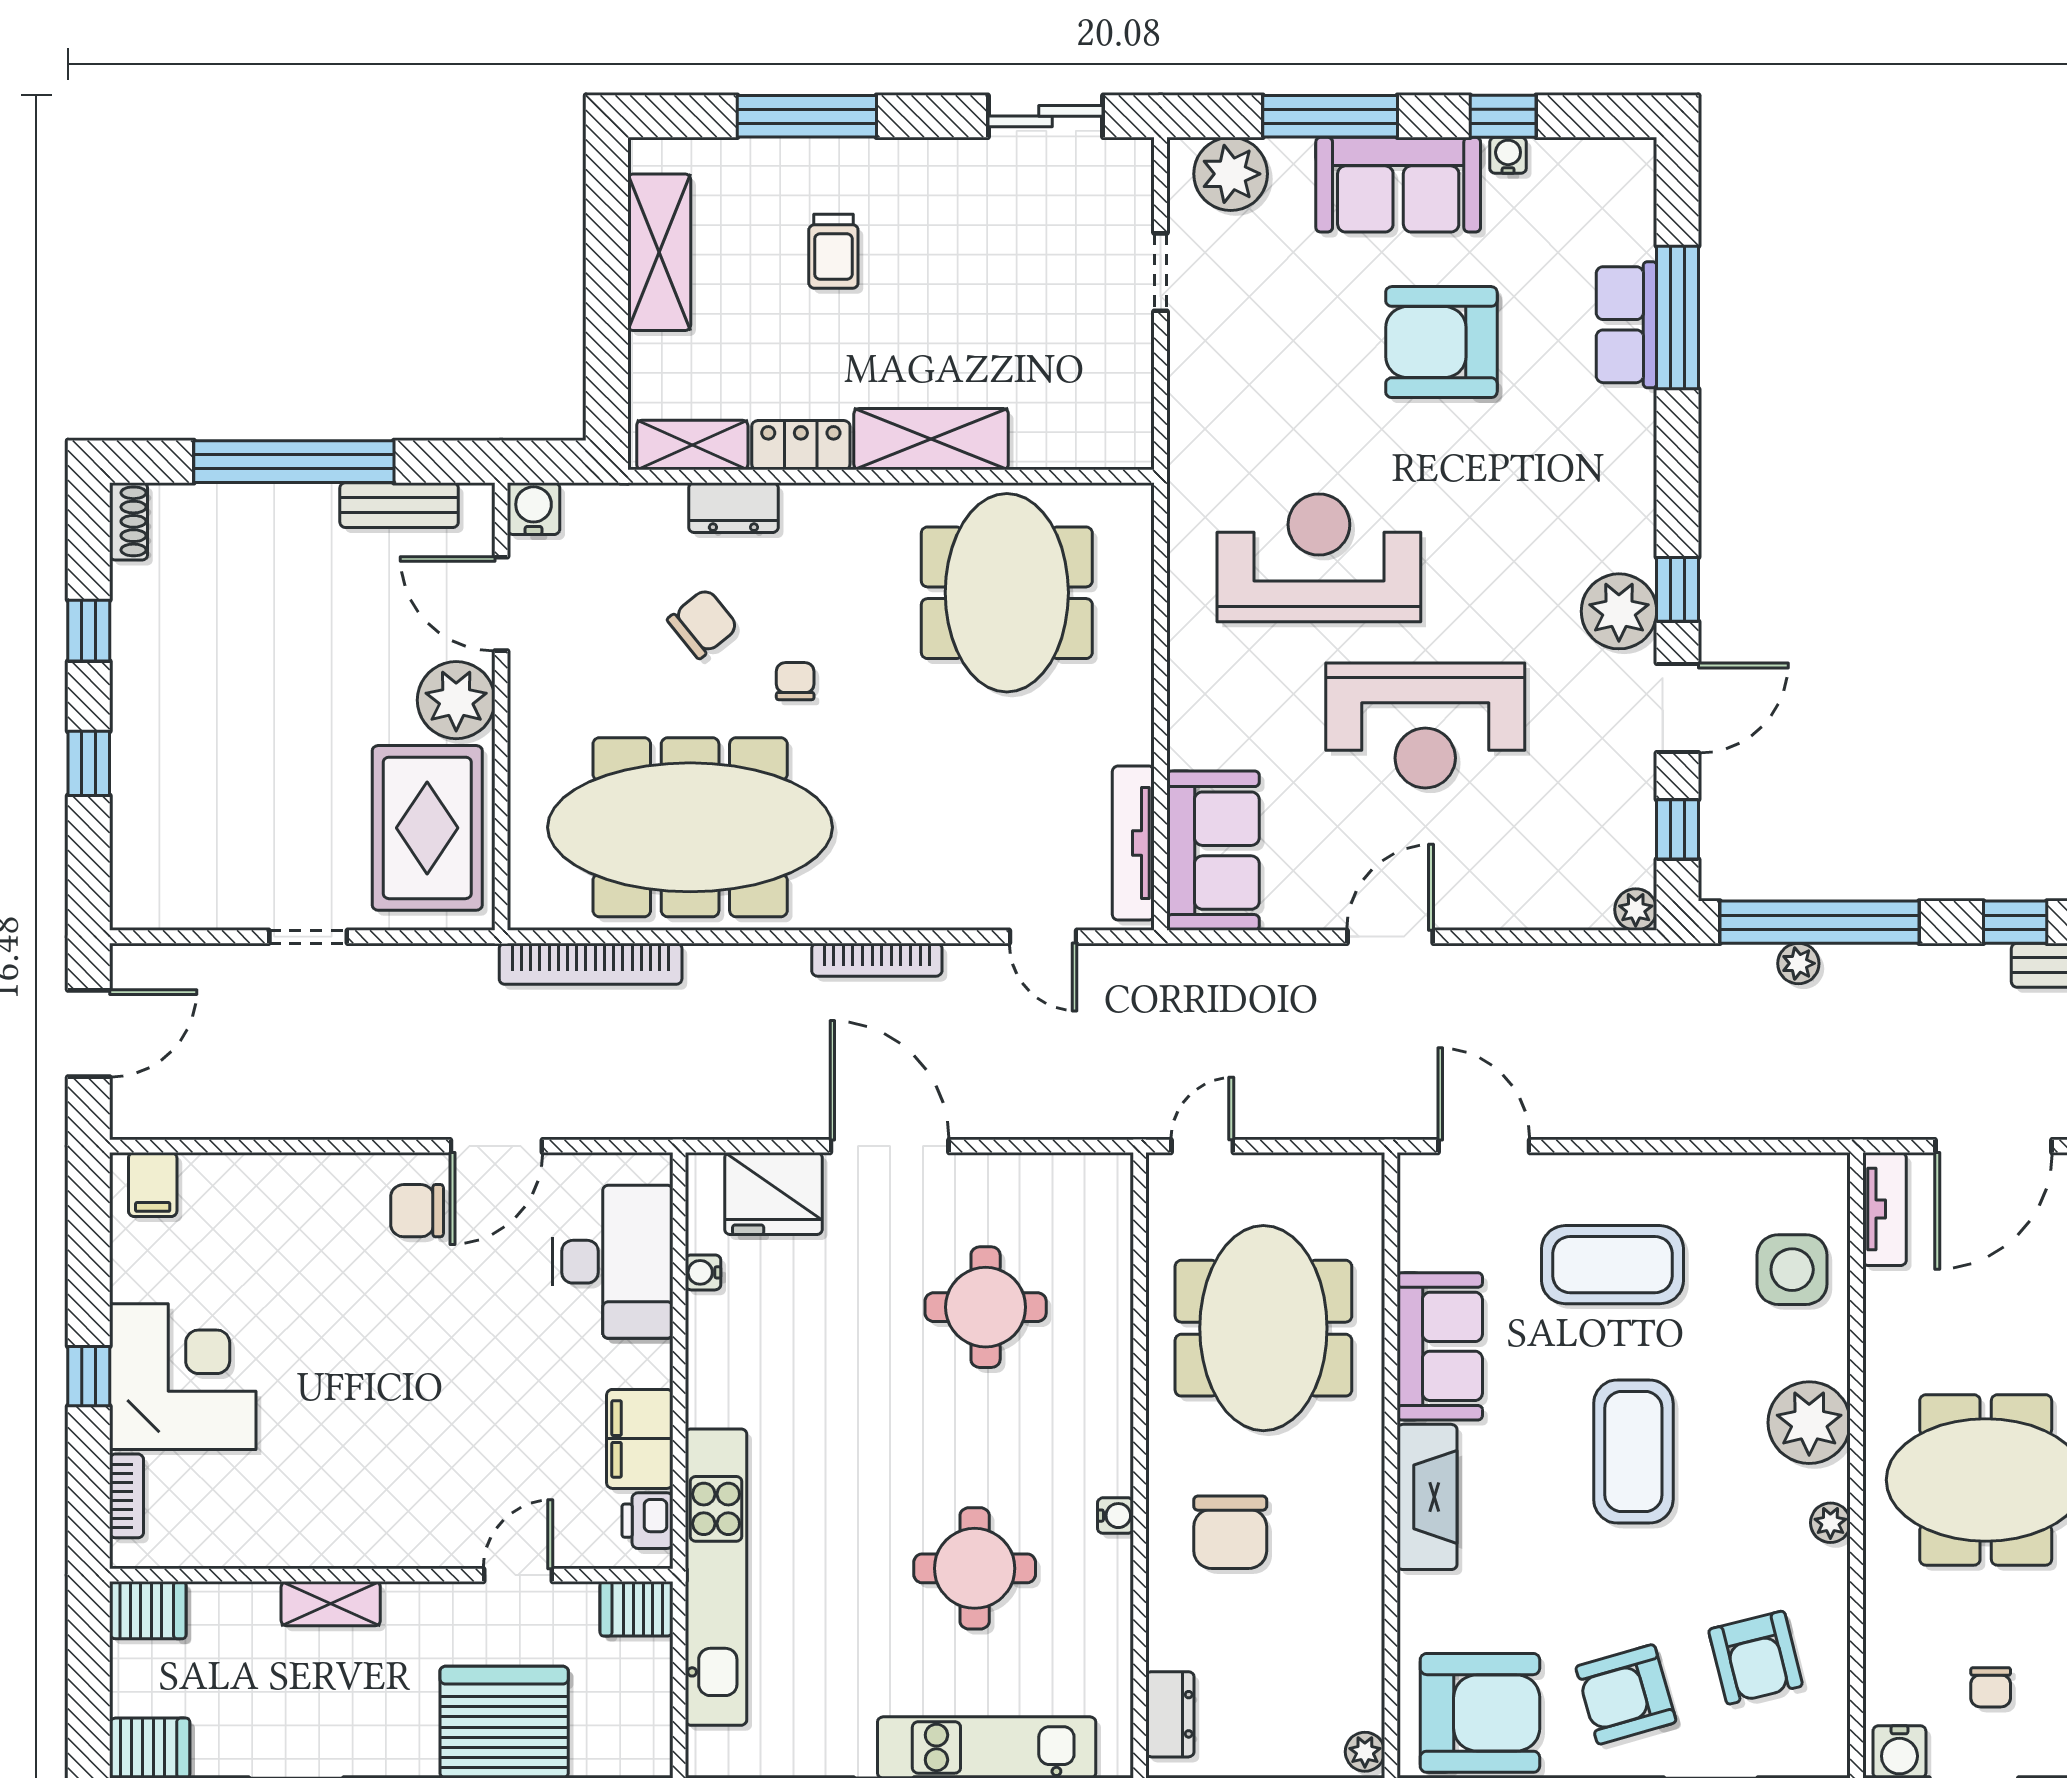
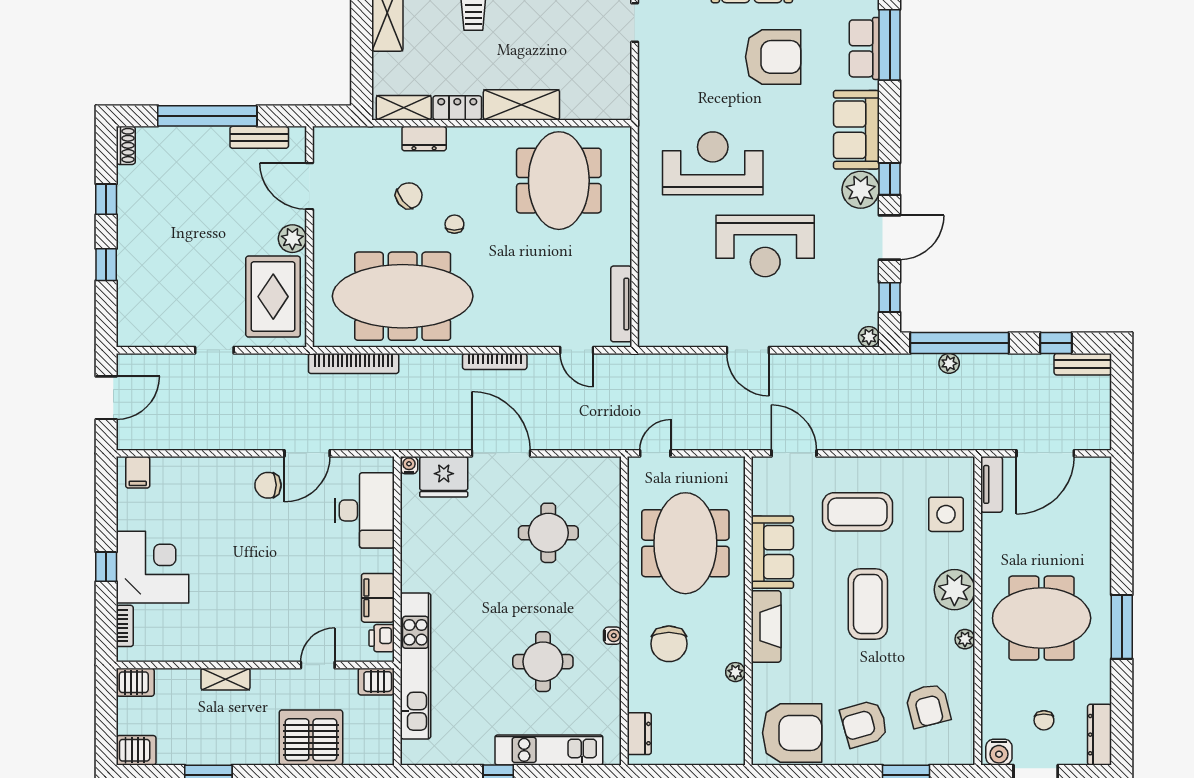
armchair: (1441, 342) -> (773, 57), turned 180
water cooler: (534, 509) -> (325, 139), removed
plant: (456, 700) -> (292, 239), width x0.73, depth x0.73
sofa: (1213, 851) -> (856, 130), moved, turned 180
door: (1390, 937) -> (748, 350), swing flipped
water cooler: (703, 1272) -> (409, 465), moved, turned 90
plant: (1365, 1752) -> (735, 672), moved

